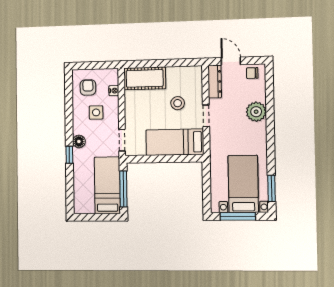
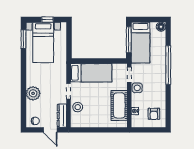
cot: (145, 78) -> (119, 105), moved, turned 90
stool: (178, 103) -> (78, 107), moved
side table: (96, 112) -> (137, 88), moved
floor lamp: (79, 141) -> (161, 27), moved
window: (69, 155) -> (168, 65), width x3.17
window: (238, 216) -> (47, 20), width x0.46

